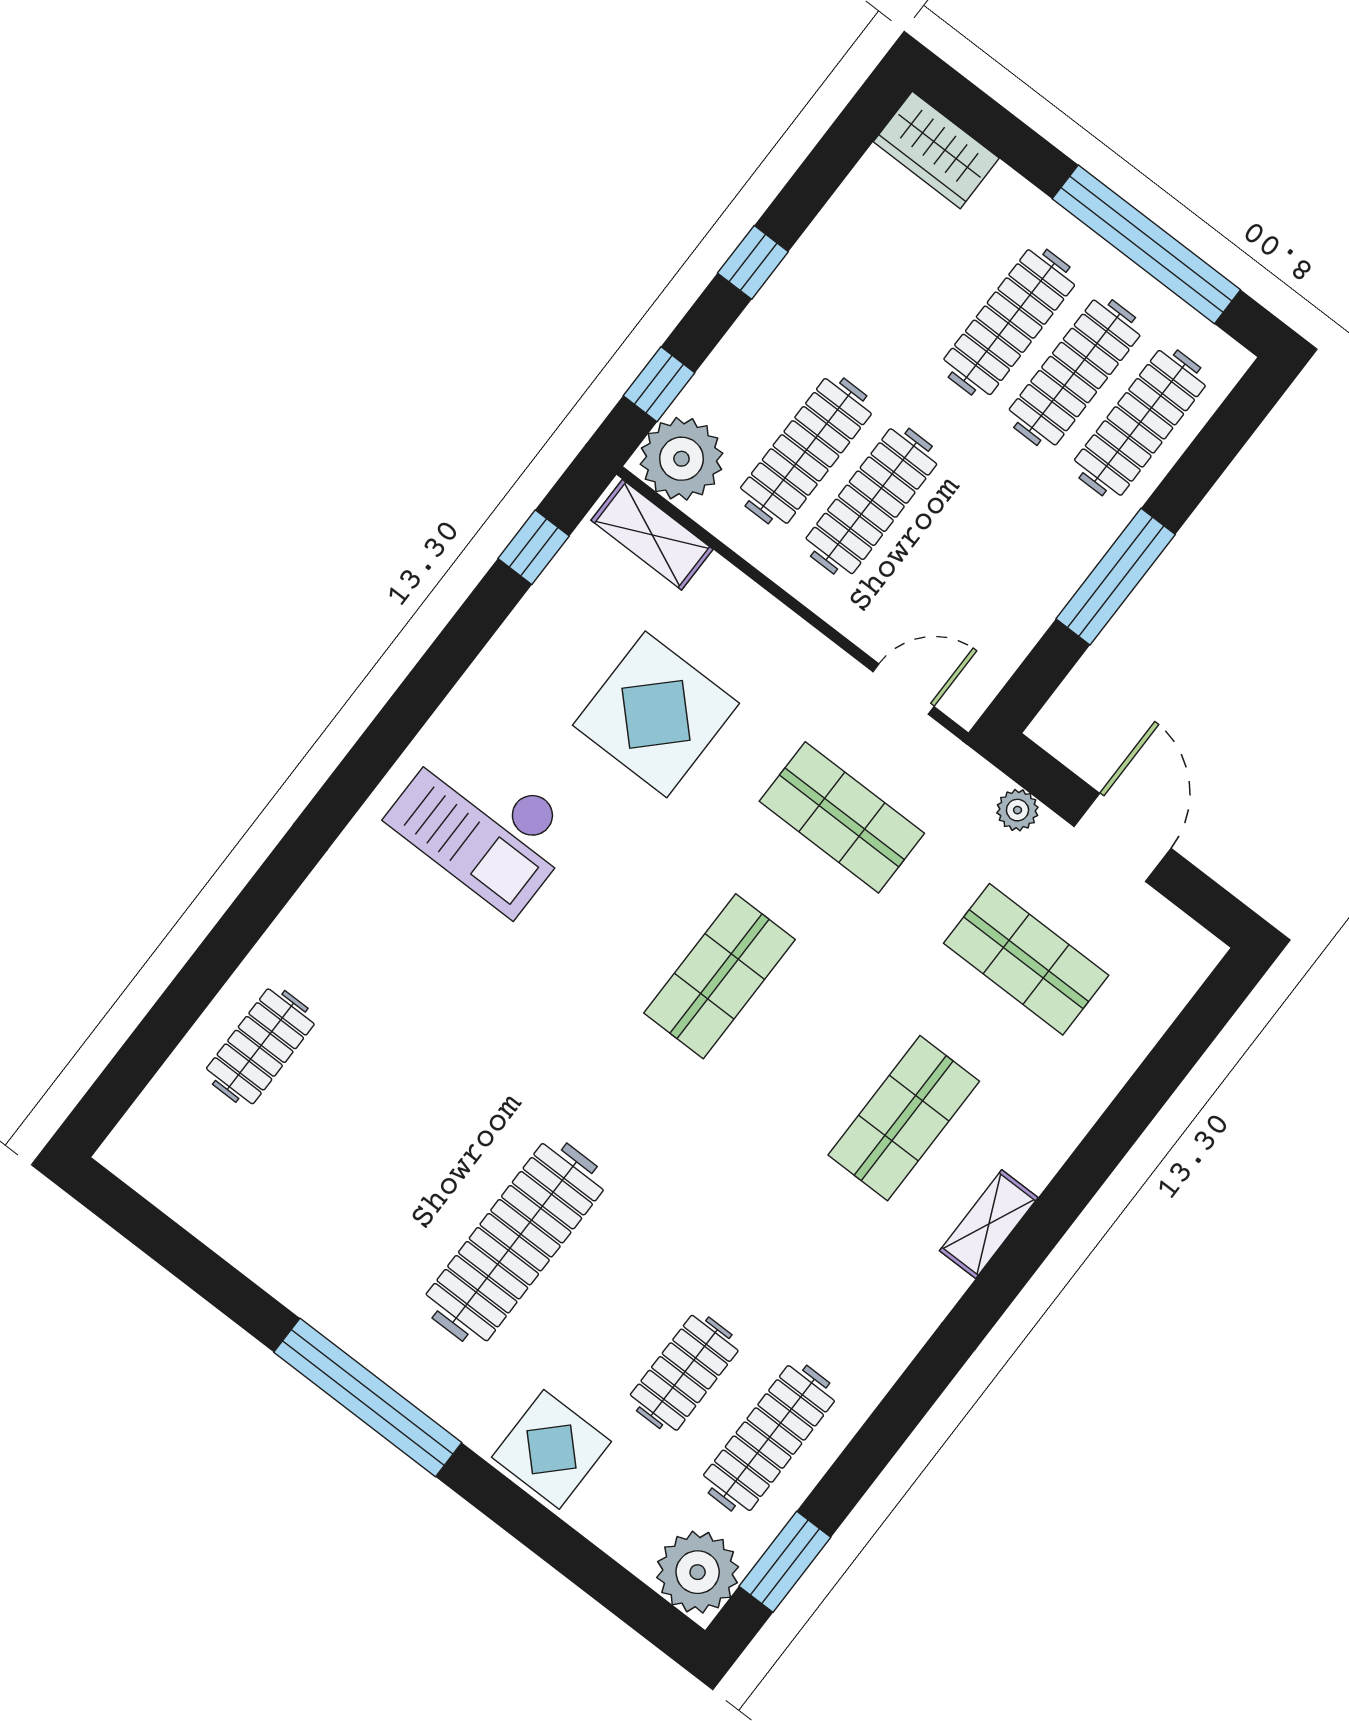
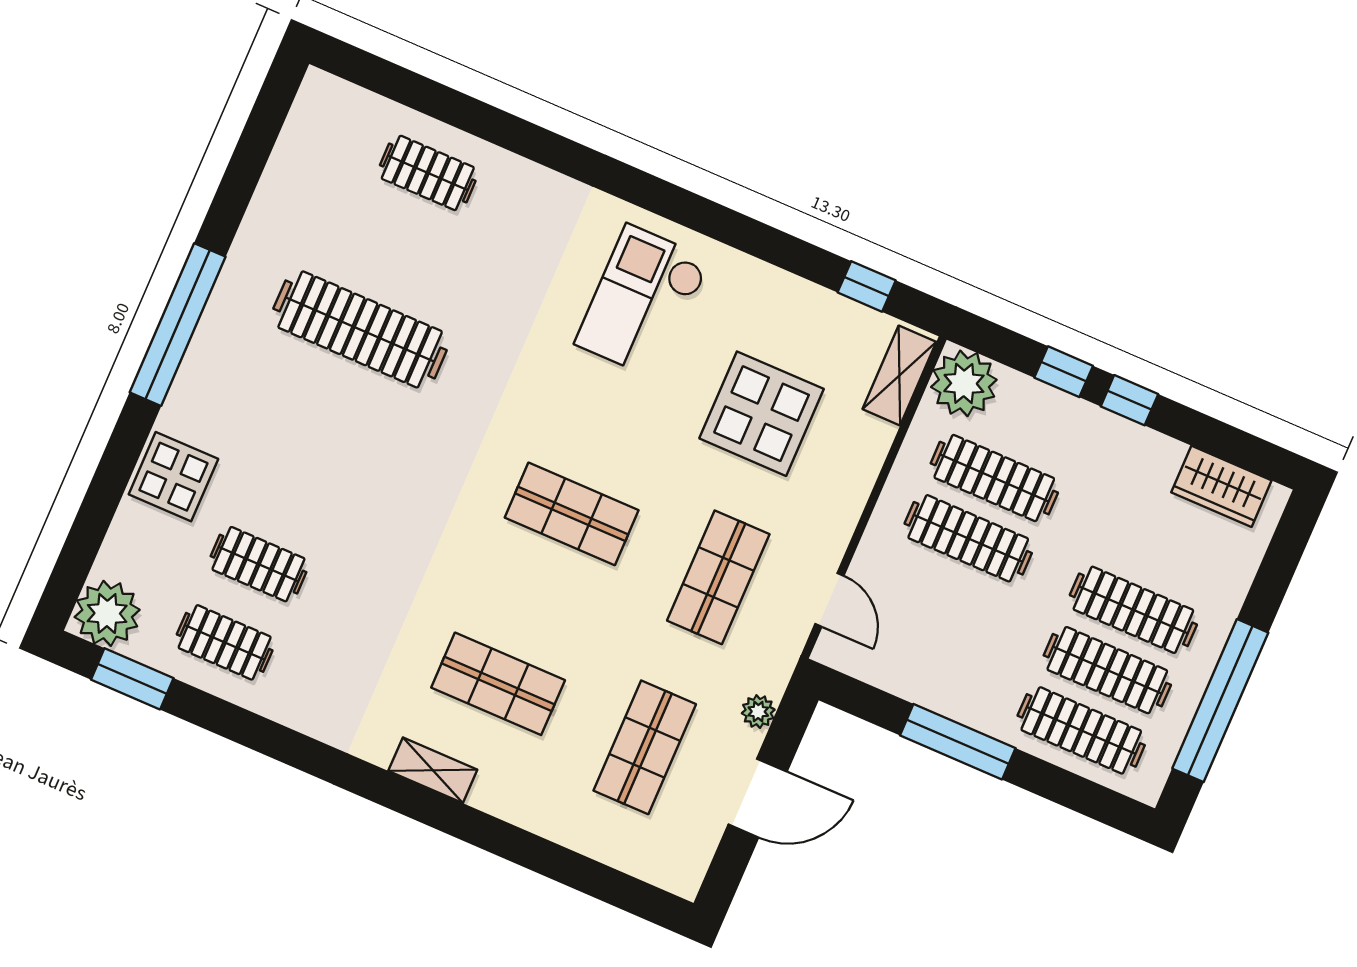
wardrobe: (936, 150) -> (1221, 486), moved, turned -90
window: (659, 384) -> (1064, 372), moved
clothes rail: (515, 1242) -> (360, 329), moved
clothes rail: (769, 1438) -> (225, 642), width x0.73

